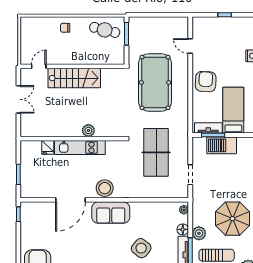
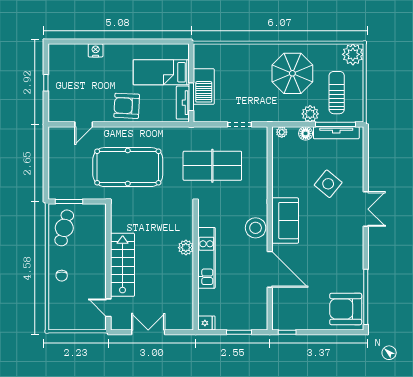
fridge: (48, 147) -> (206, 323), moved

